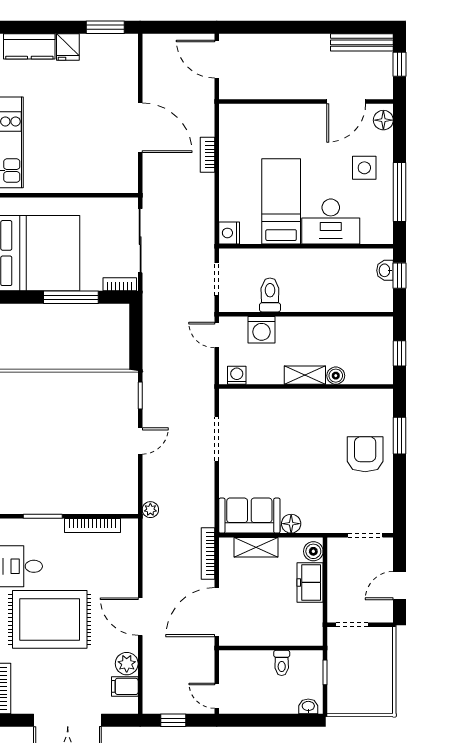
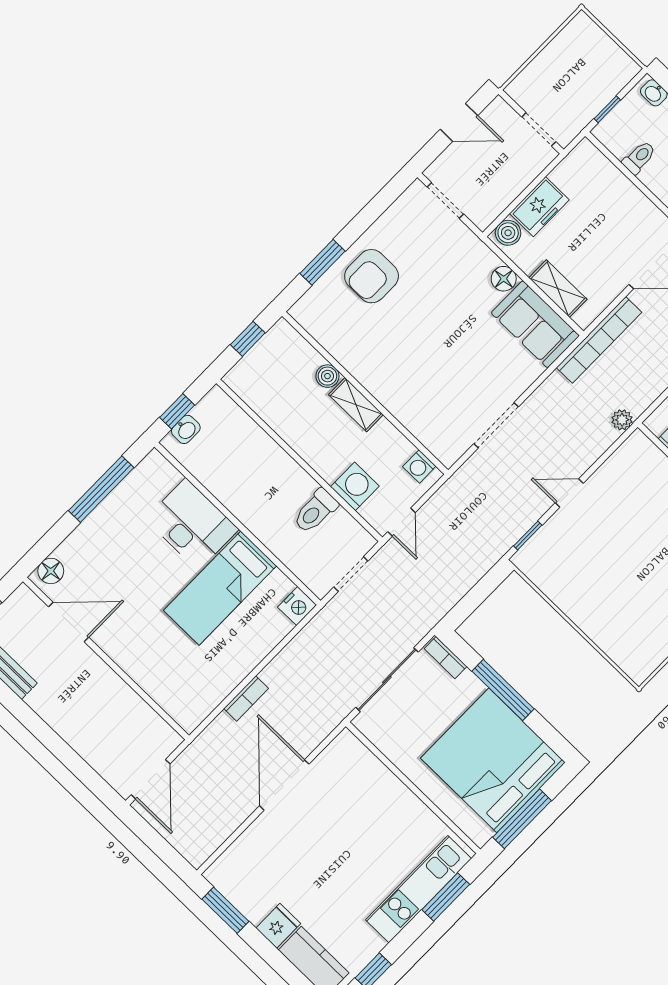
side table: (364, 168) -> (112, 544), removed
bookcase: (208, 554) -> (599, 340), width x1.48, depth x1.31

